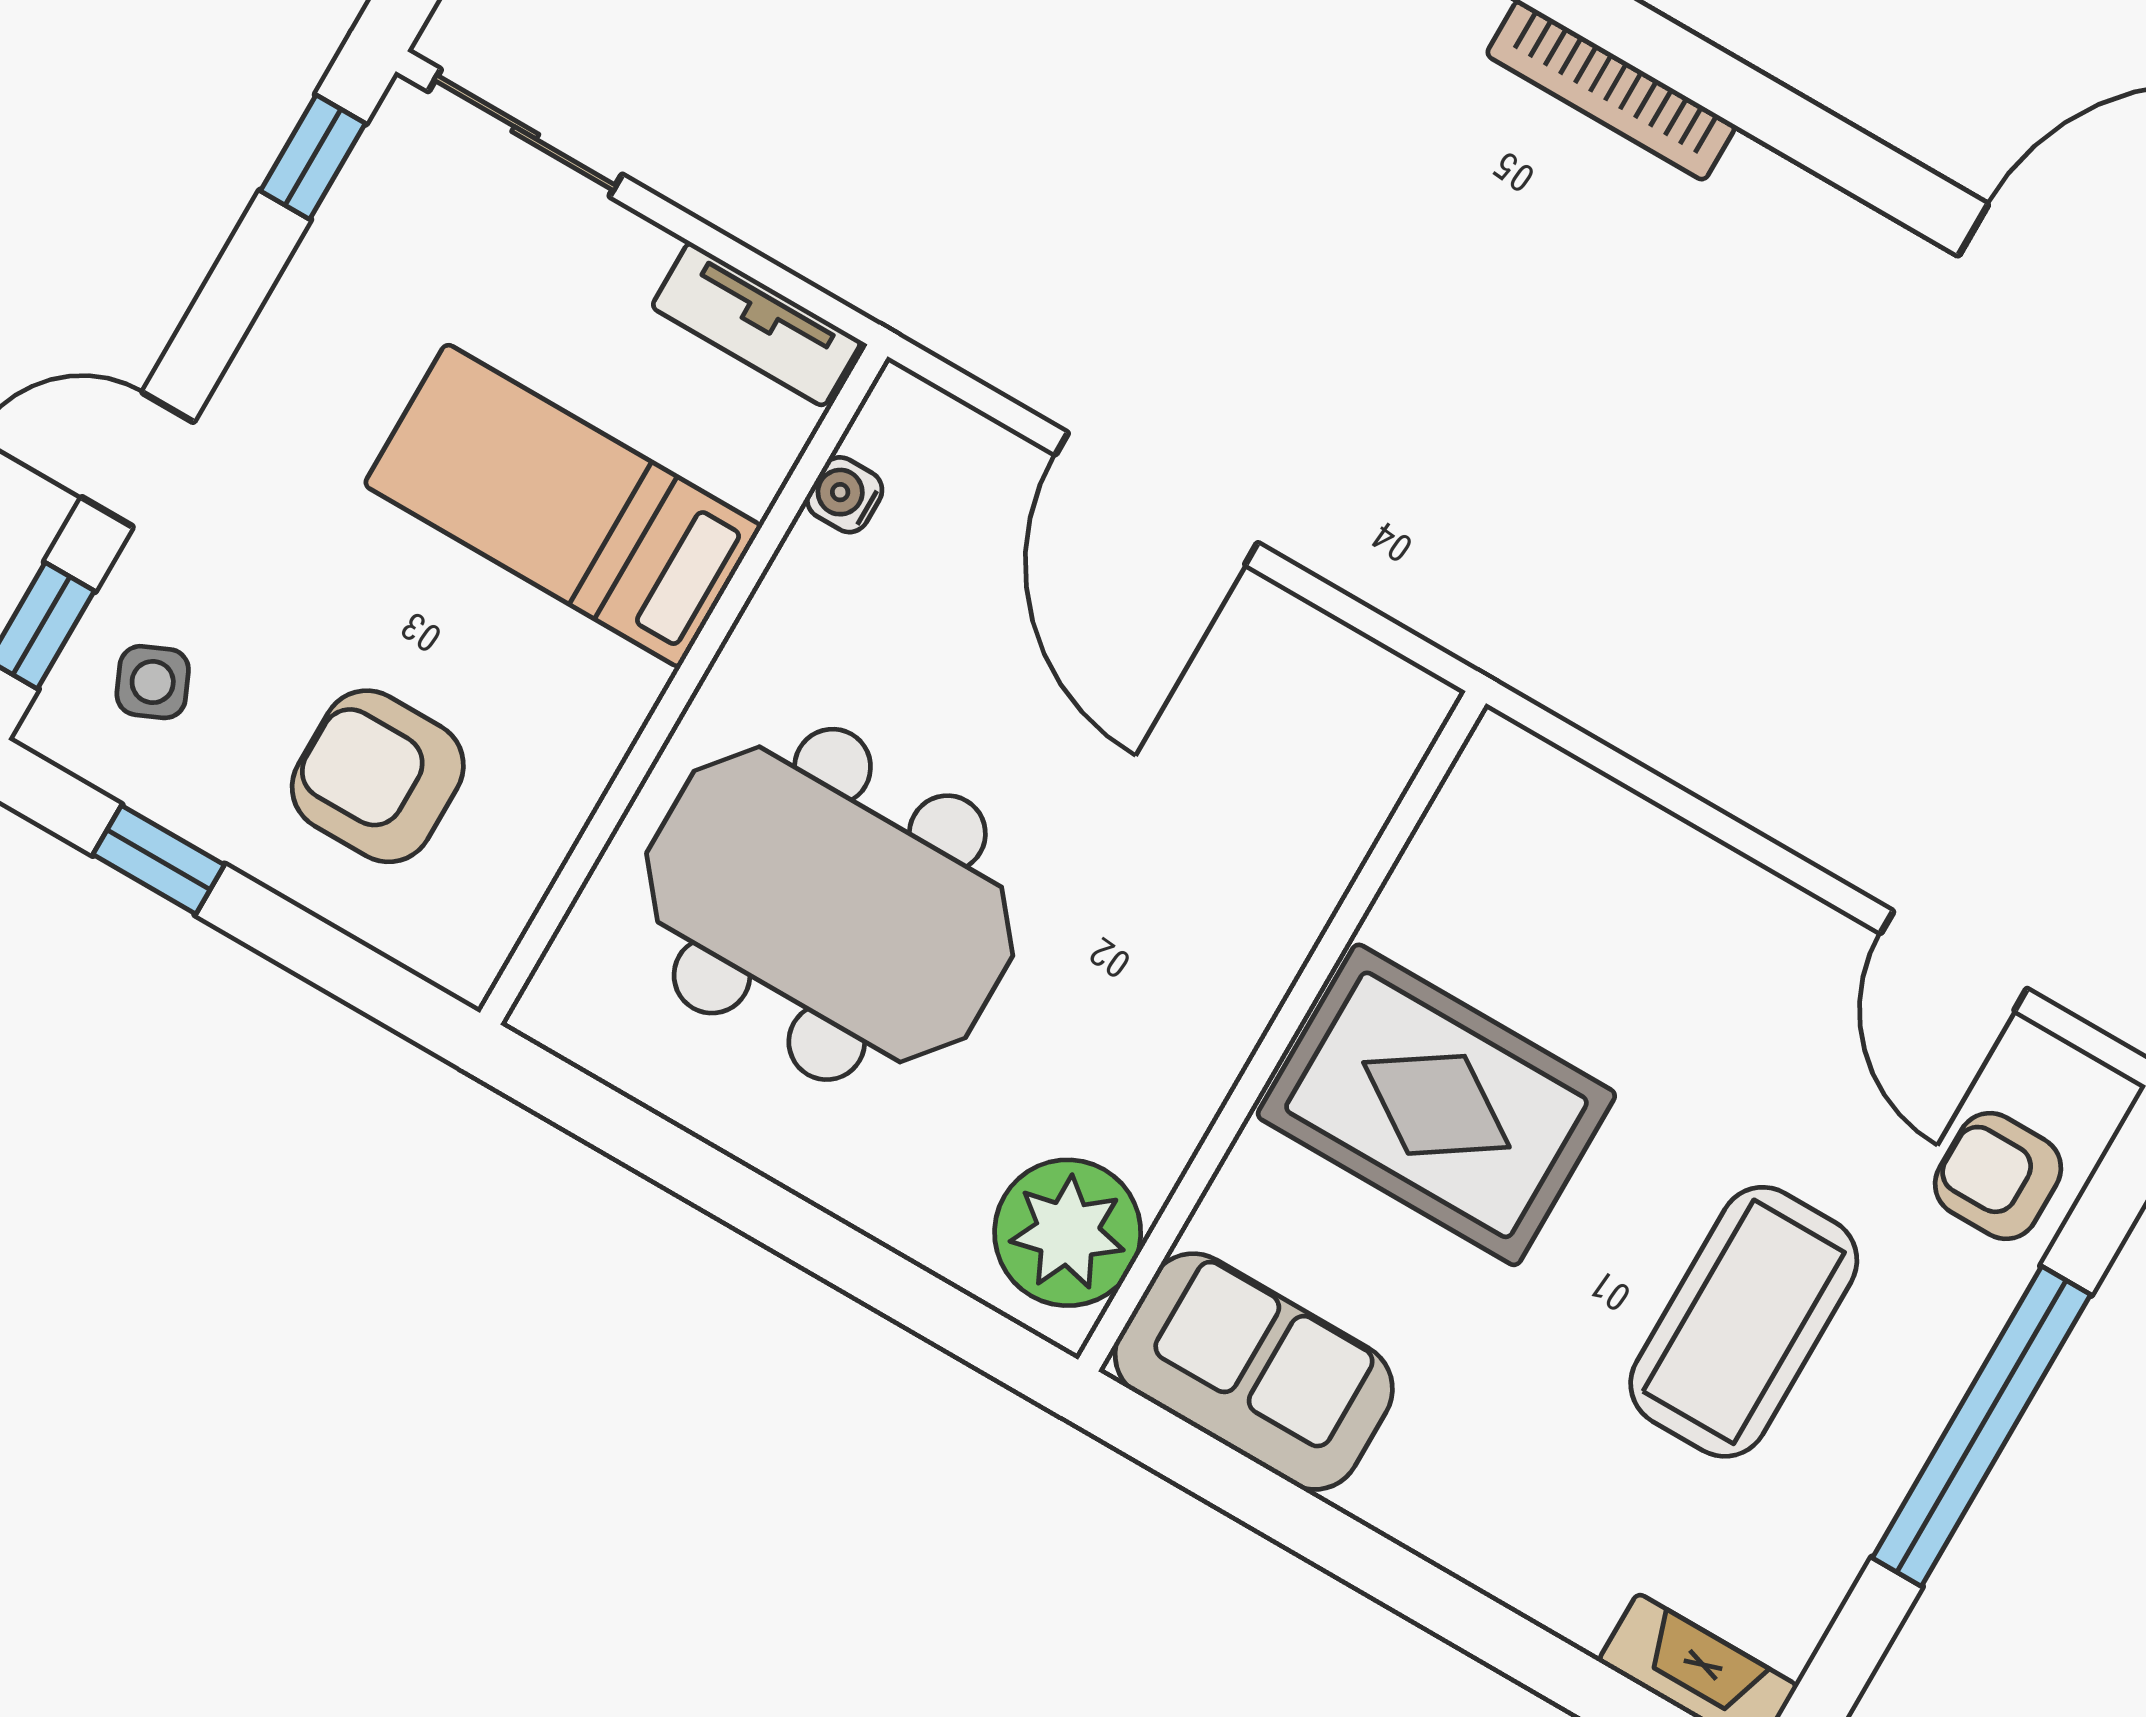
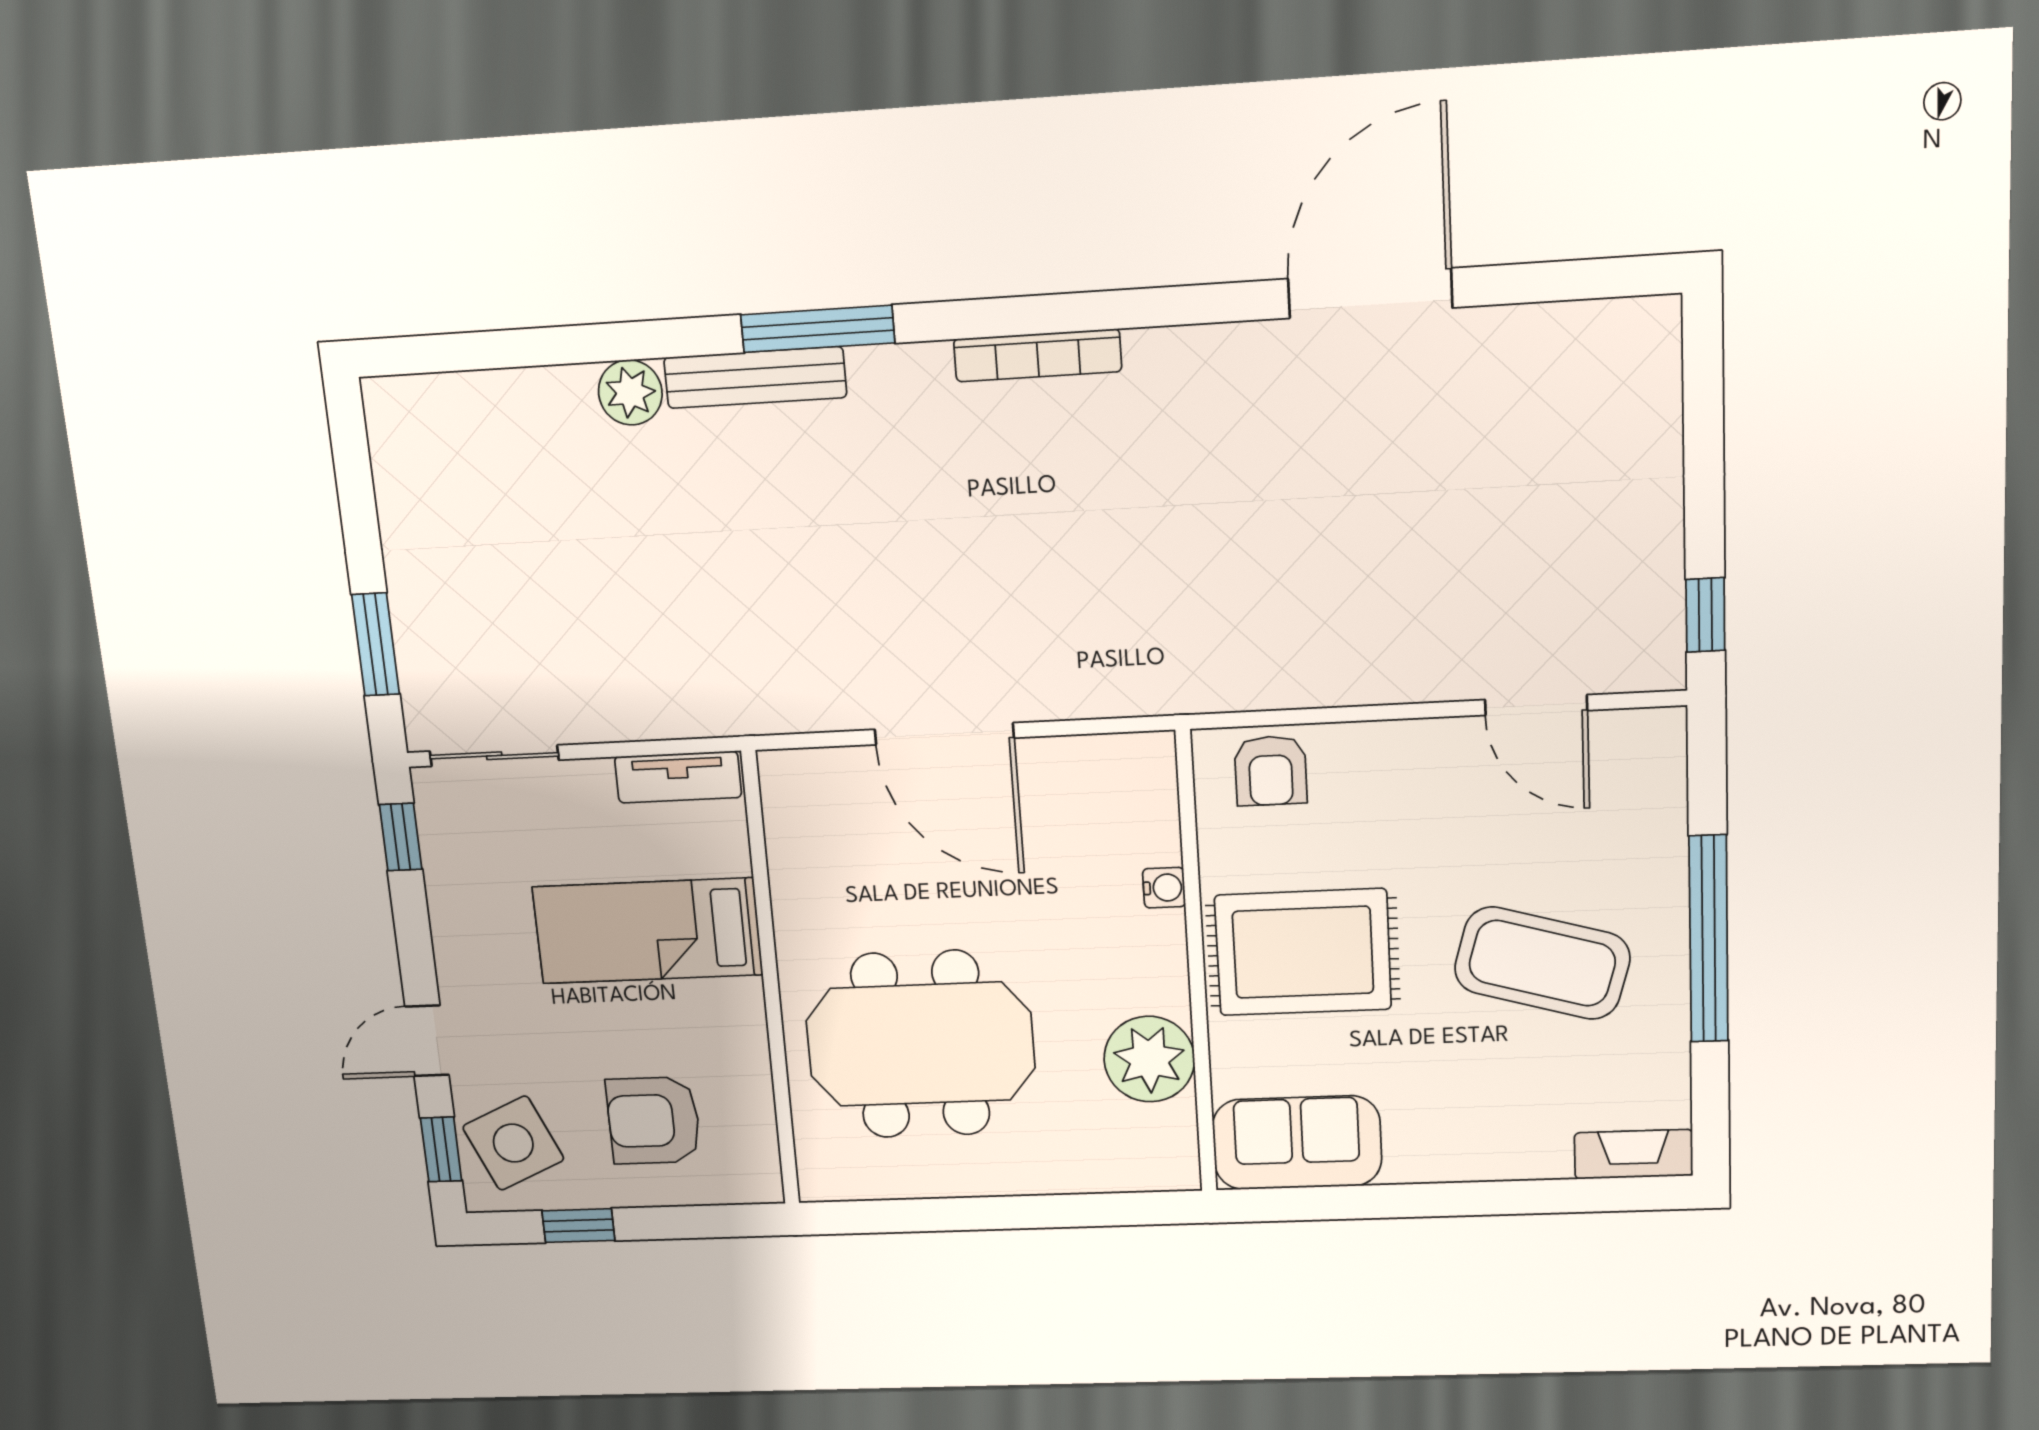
water cooler: (845, 495) -> (1164, 888), moved, turned 180
side table: (153, 682) -> (513, 1143), width x1.87, depth x1.87
armchair: (1998, 1176) -> (1271, 771), moved, turned -90
plant: (1068, 1233) -> (1149, 1059), moved
coffee table: (1744, 1322) -> (1542, 963), turned -74

